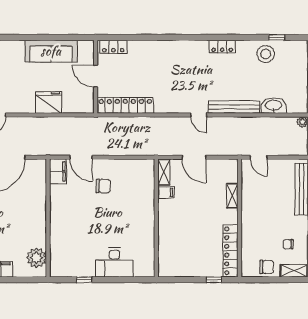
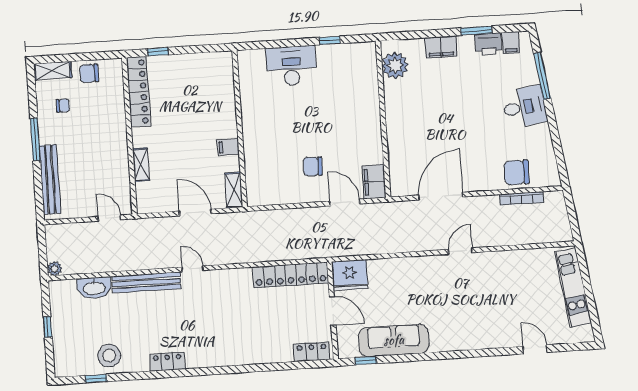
window: (73, 37) -> (366, 361), added
fridge: (49, 102) -> (350, 275), moved
filing cabinet: (166, 192) -> (228, 147), moved

